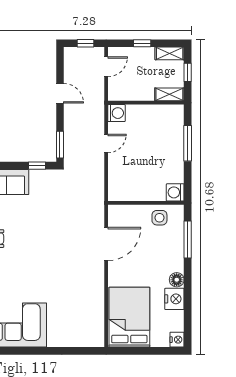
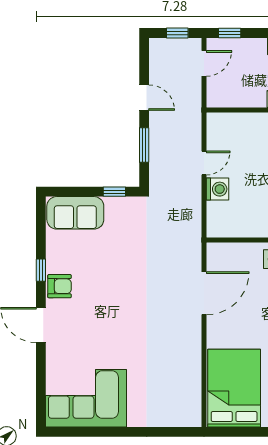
window: (142, 43) -> (230, 33), moved
washing machine: (116, 113) -> (217, 189), moved
window: (60, 145) -> (144, 145), moved

